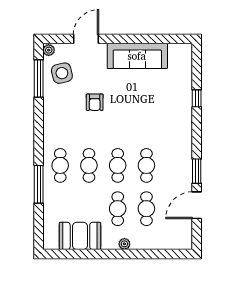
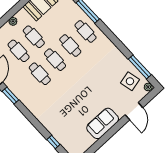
sofa: (137, 56) -> (103, 123), width x0.73
window: (197, 98) -> (53, 142), moved
armchair: (95, 102) -> (98, 82), removed

